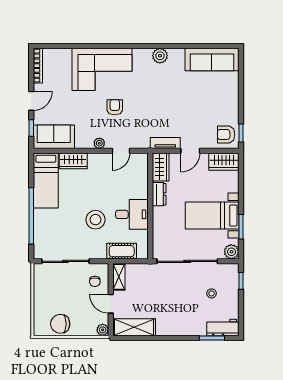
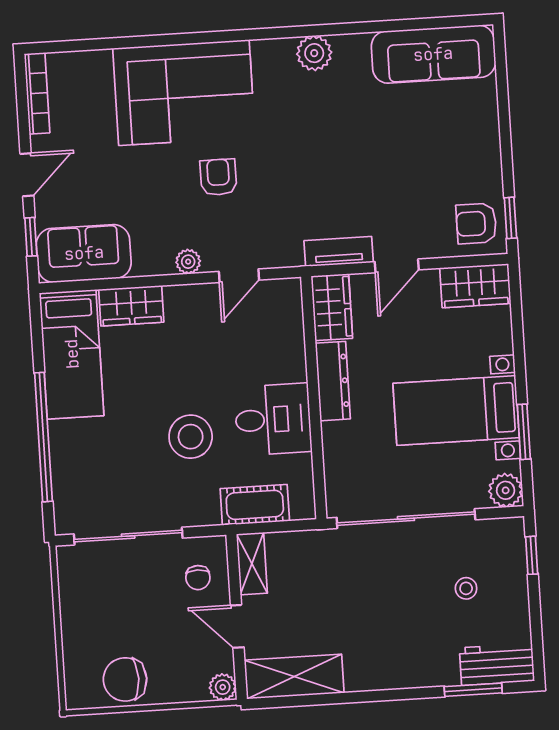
dresser: (159, 194) -> (333, 381), width x1.44

